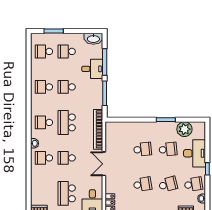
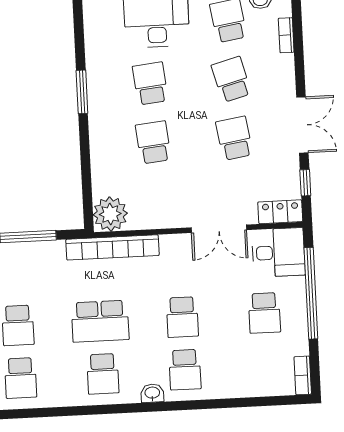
plant: (184, 129) -> (110, 214), moved
double door: (104, 164) -> (219, 229), moved
school desk: (67, 193) -> (264, 313), width x0.54

